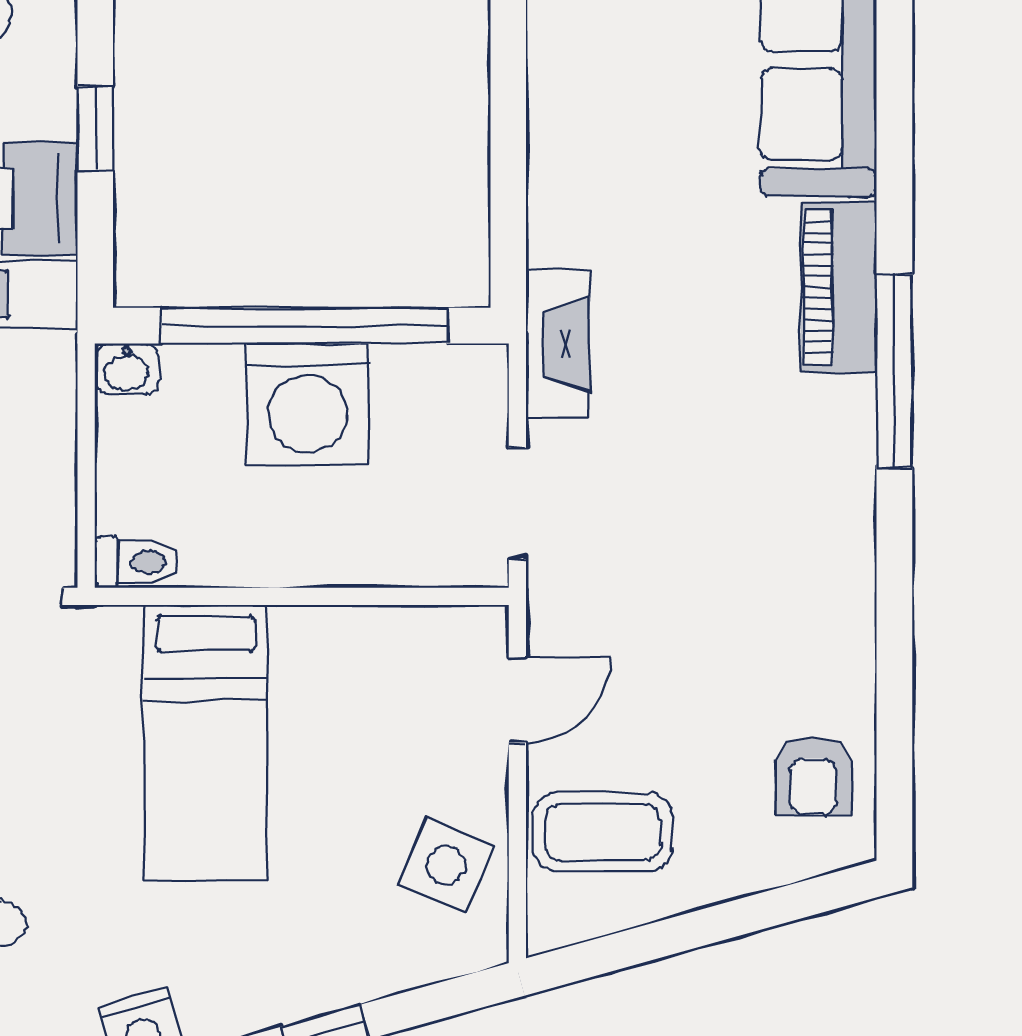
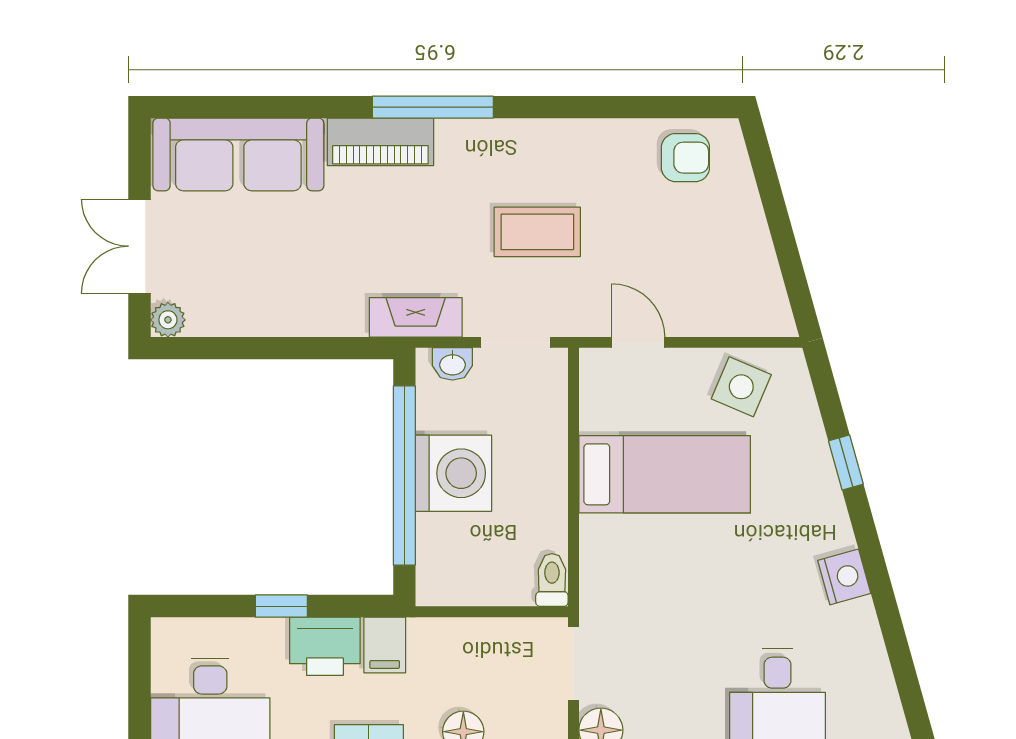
washbasin: (127, 369) -> (452, 364), moved, turned 90
bed: (206, 742) -> (665, 474), moved
coffee table: (603, 832) -> (537, 232), moved, turned 90

